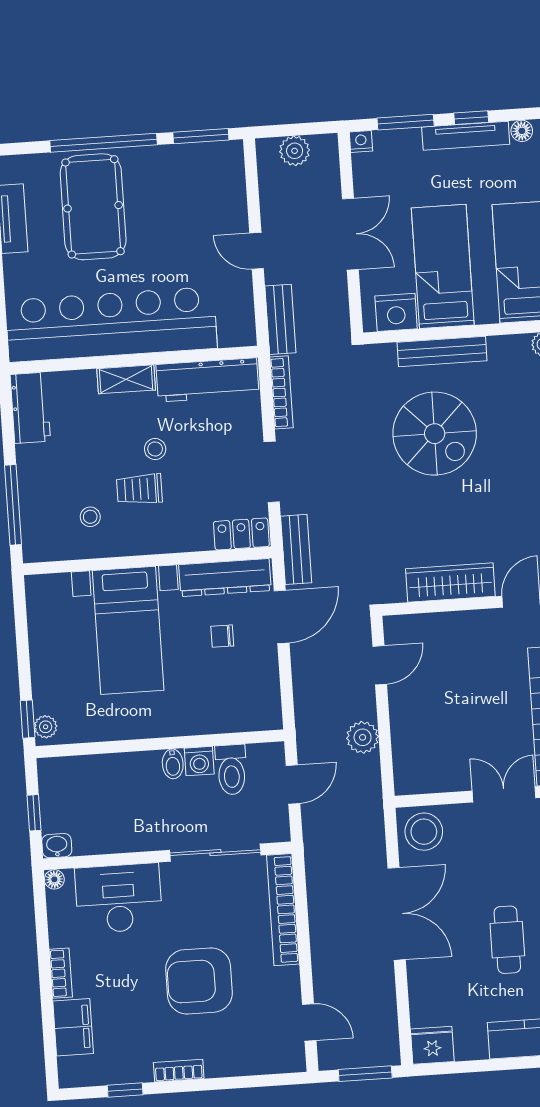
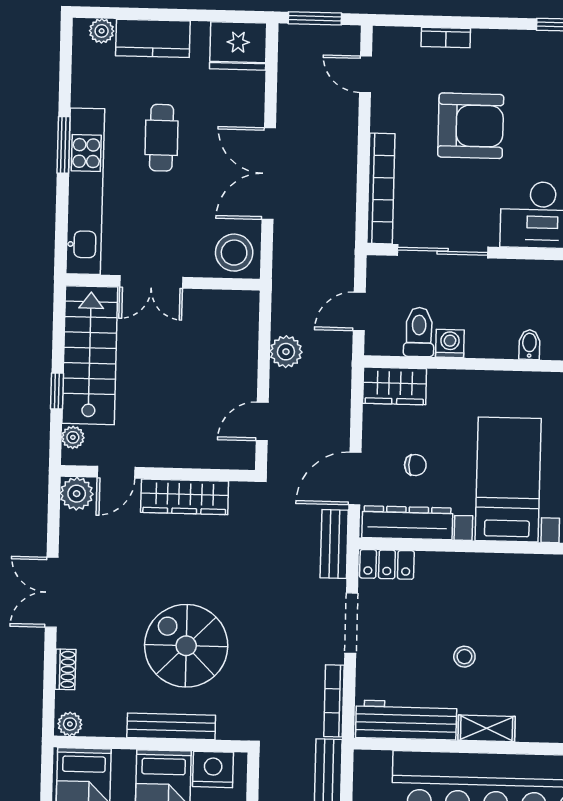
trolley: (139, 489) -> (484, 618), removed
stool: (90, 517) -> (535, 596), removed
wardrobe: (251, 713) -> (395, 386), added
bidet: (173, 764) -> (529, 345), moved
fridge: (432, 1045) -> (238, 46), width x1.36, depth x1.34
bookcase: (179, 1071) -> (446, 37), moved

